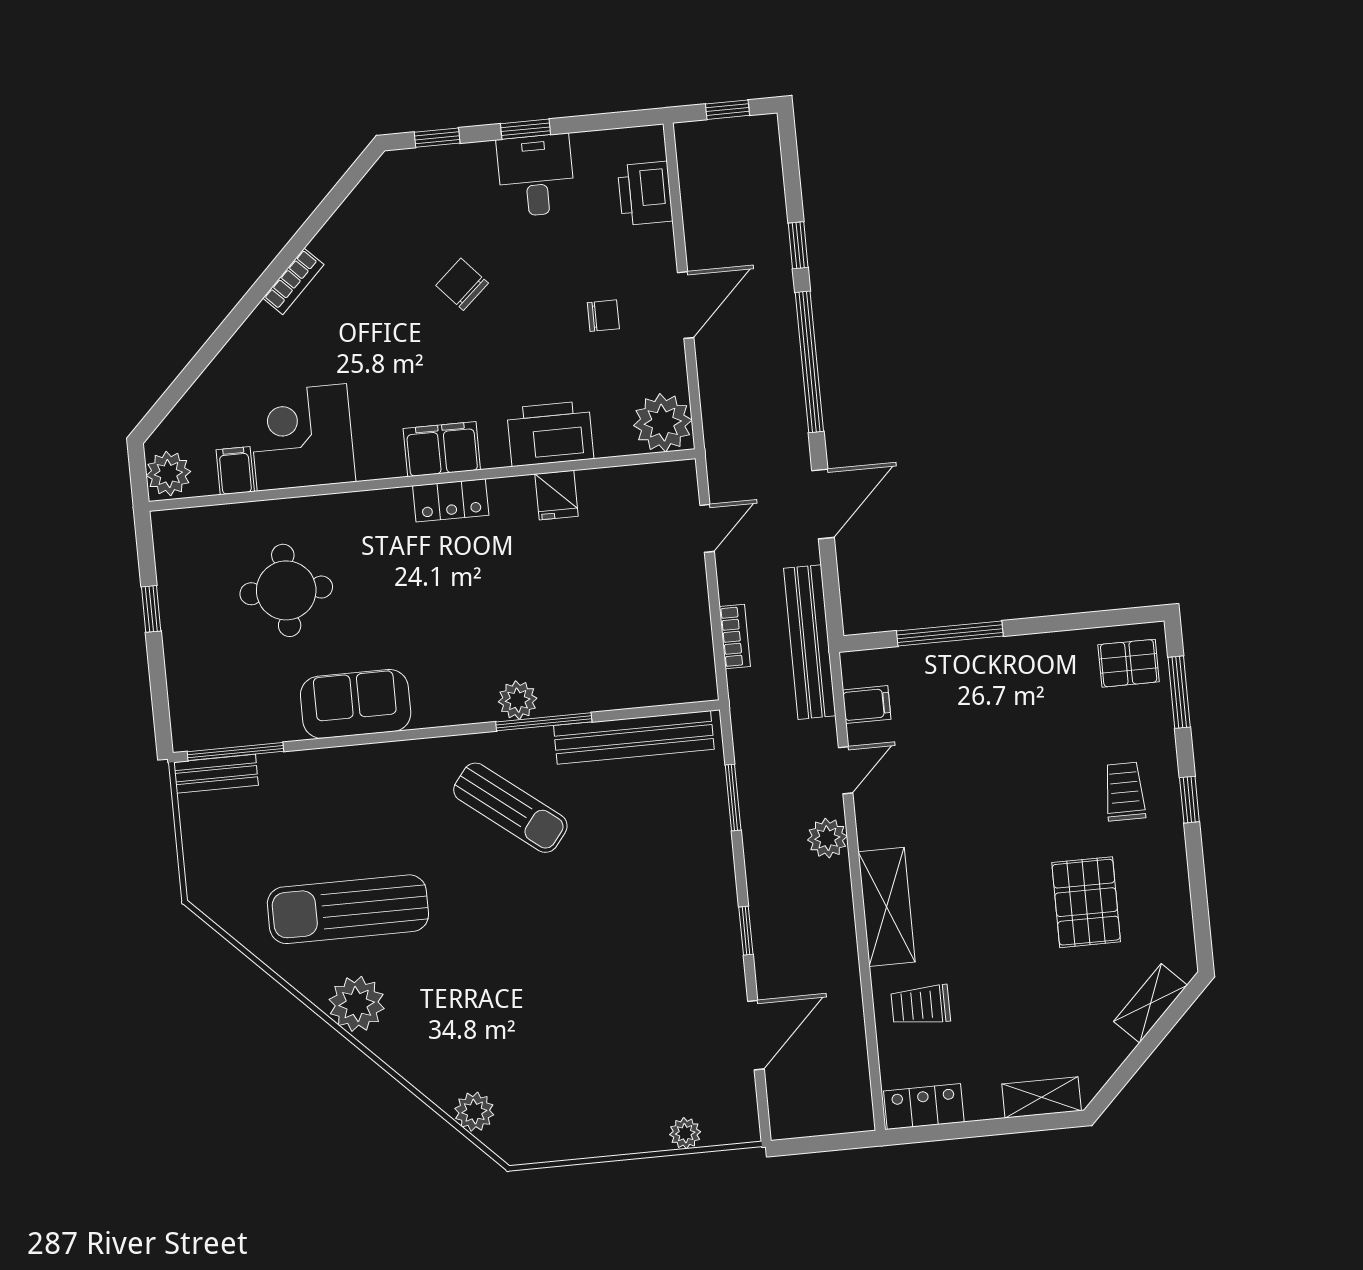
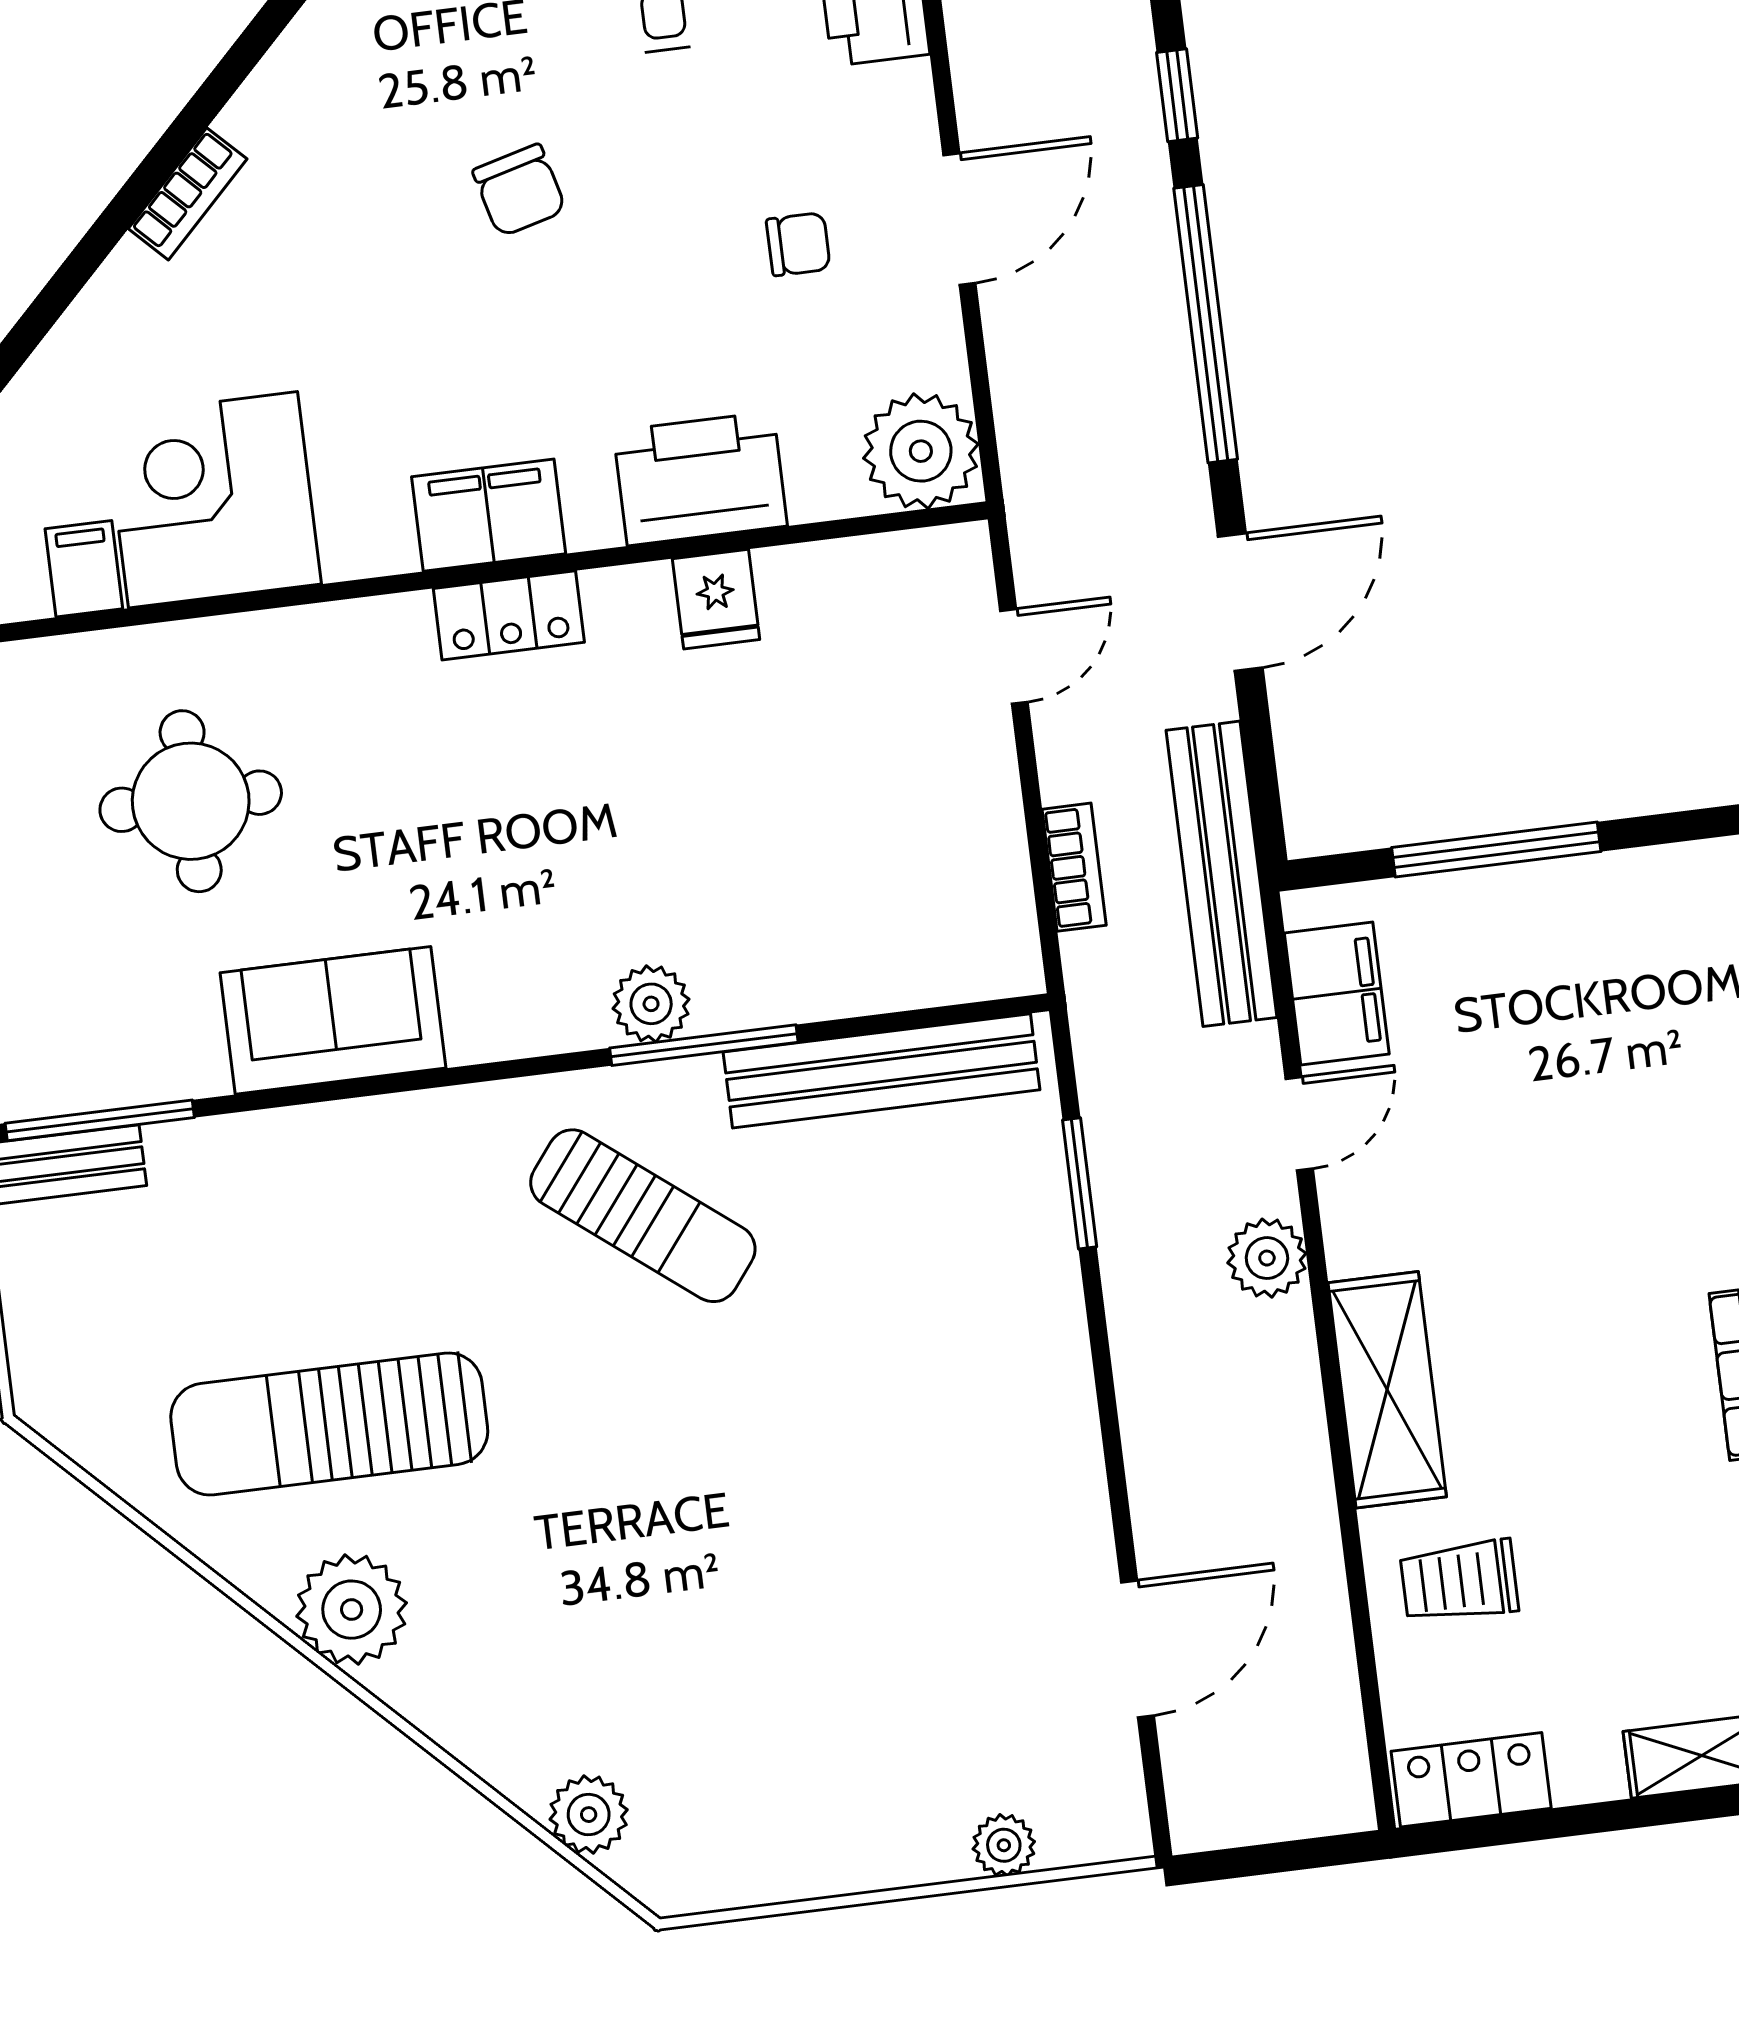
chair: (462, 284) -> (519, 190), turned -153
filing cabinet: (867, 705) -> (1337, 994), width x2.00
window: (746, 931) -> (1112, 1444), removed

